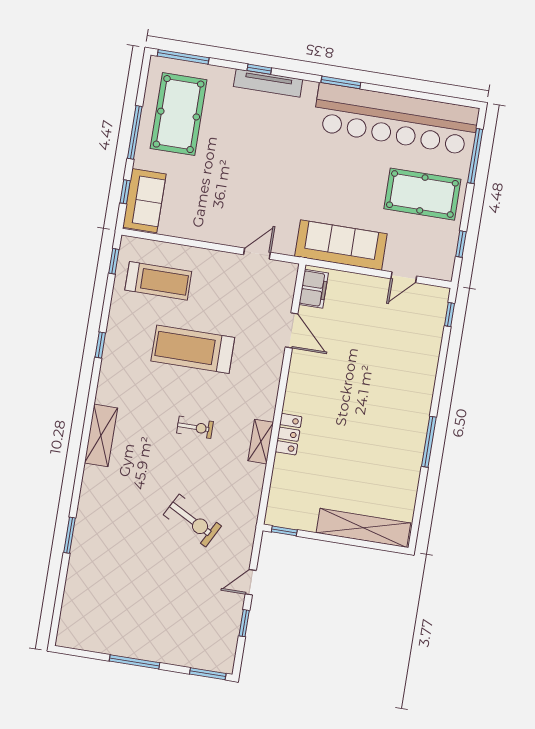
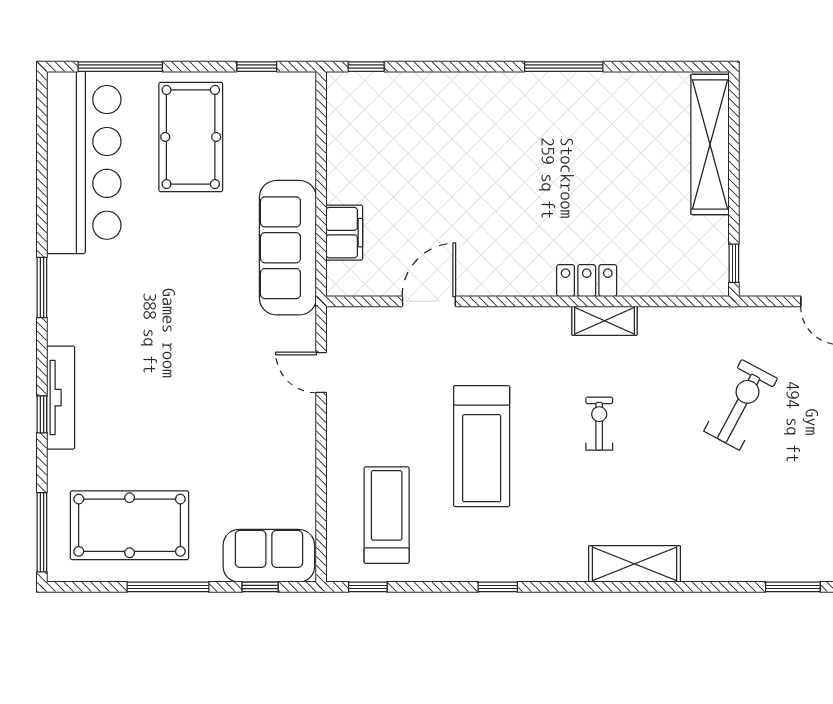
bar counter: (396, 119) -> (84, 162), width x0.73
door: (404, 277) -> (321, 145), removed
filing cabinet: (314, 289) -> (344, 233), moved, turned 90

